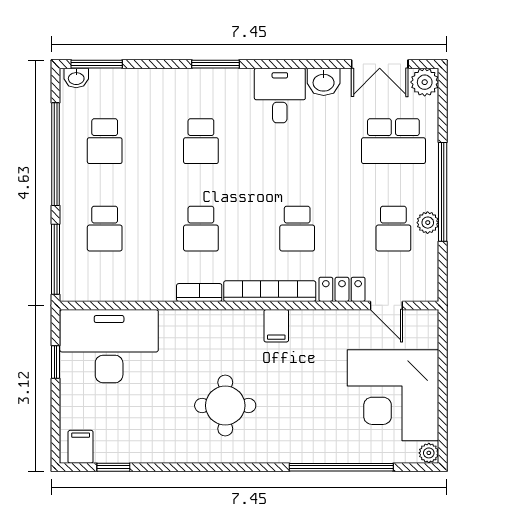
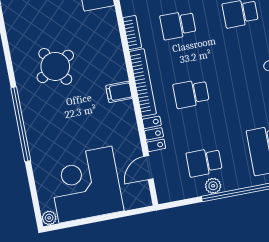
round table: (225, 406) -> (55, 66), turned -30
window: (341, 467) -> (21, 124), moved

